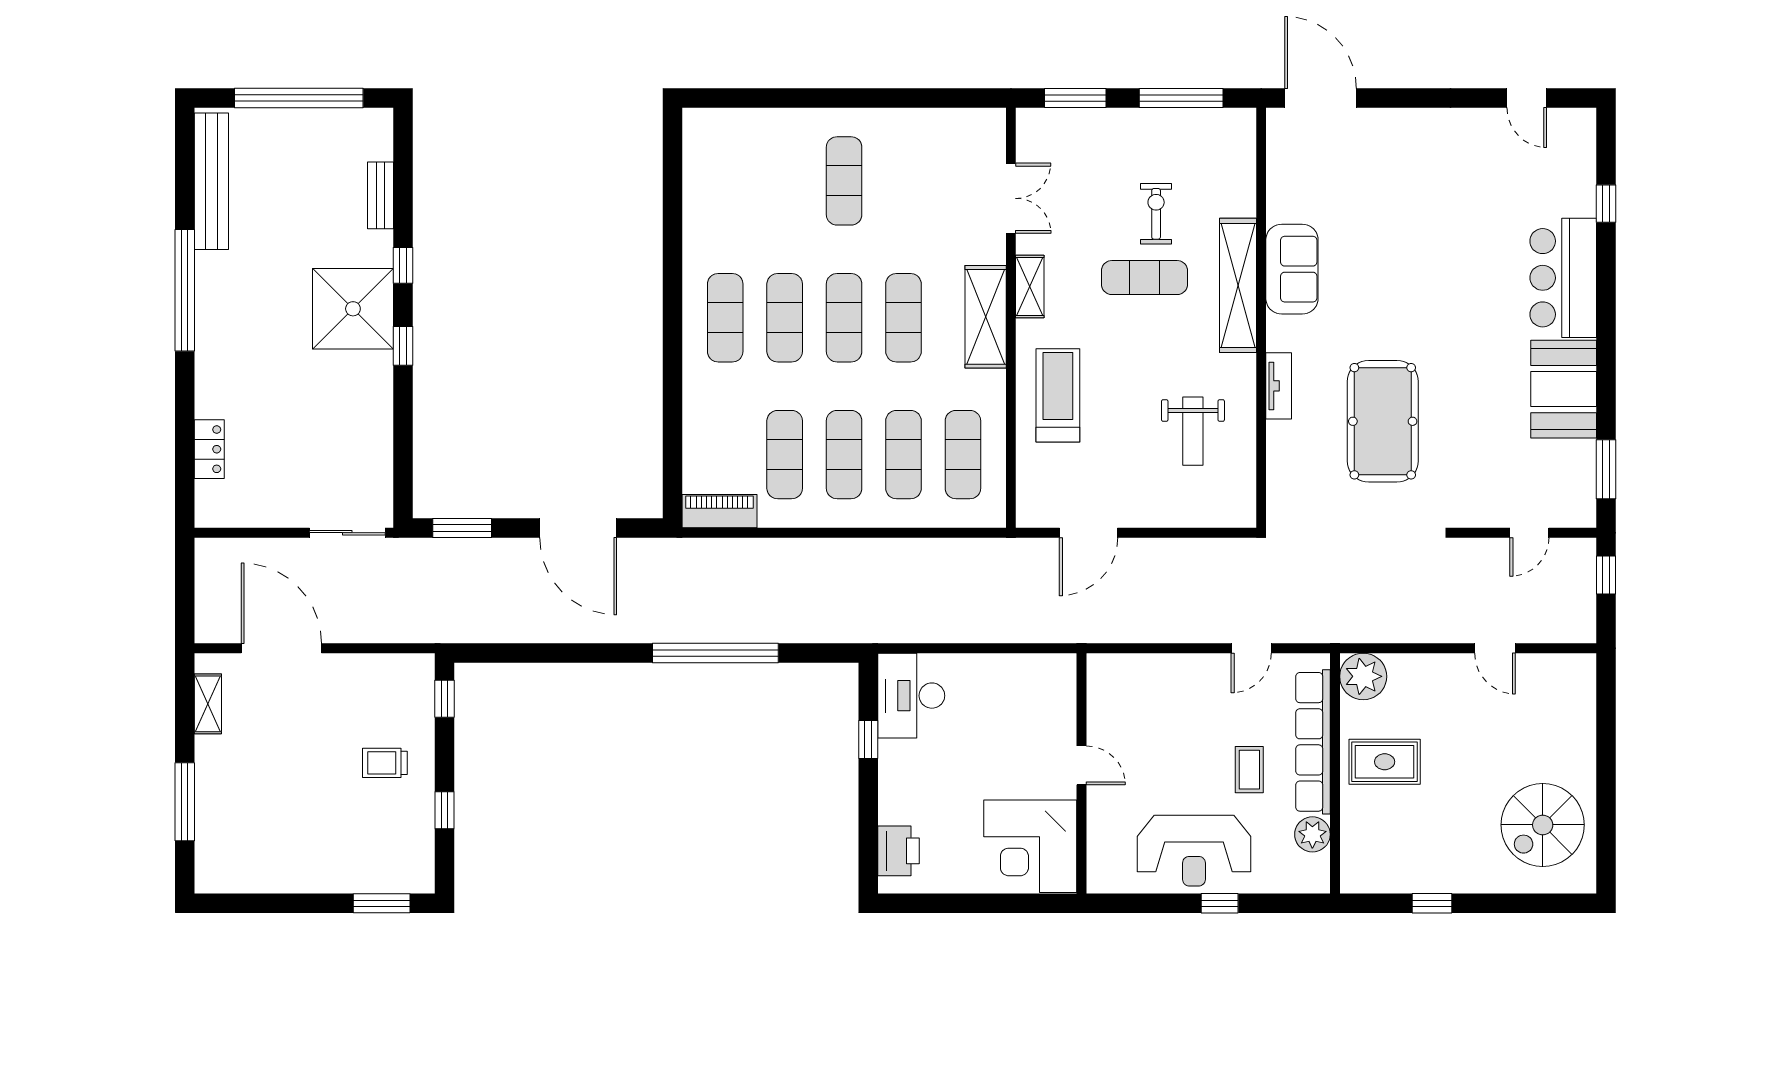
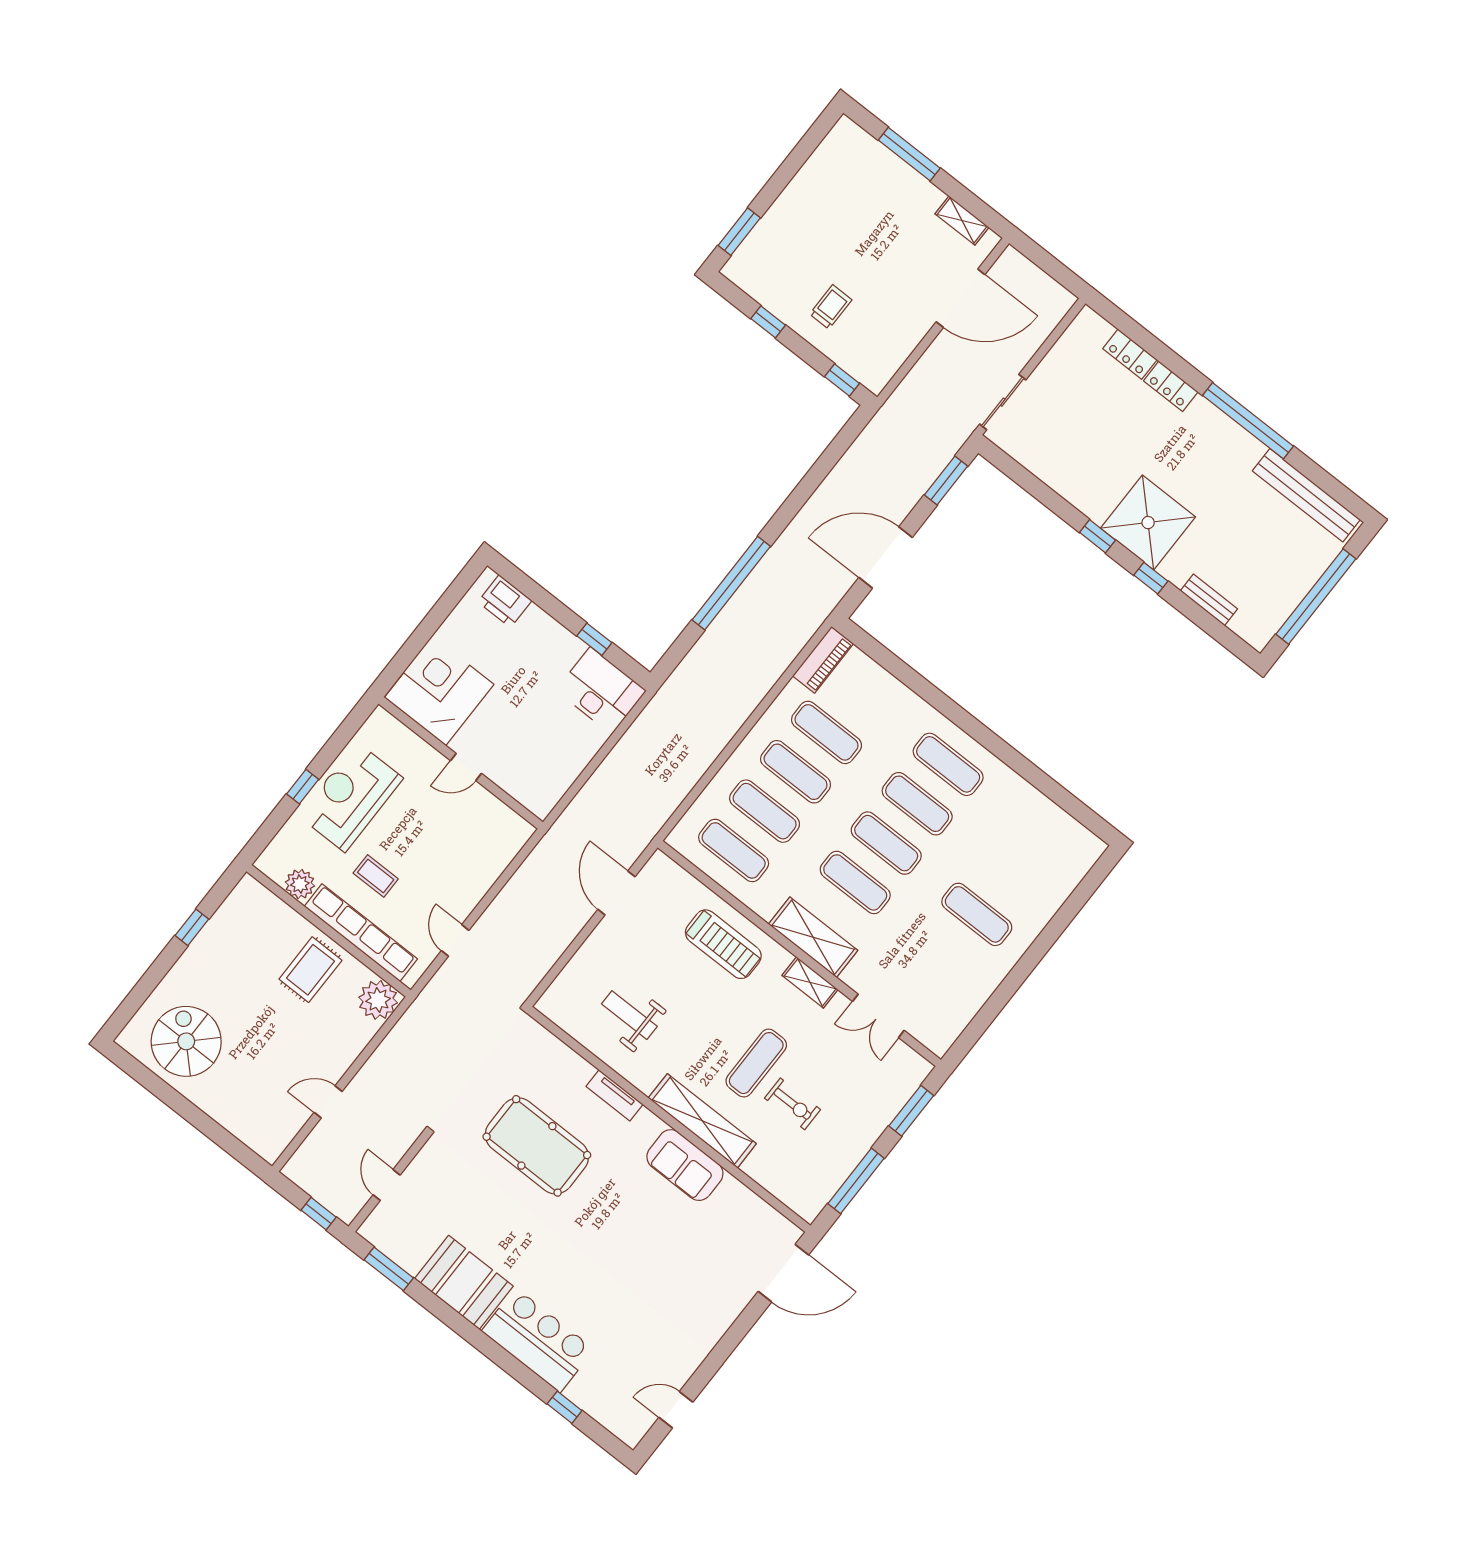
locker: (209, 388) -> (1171, 386), added

